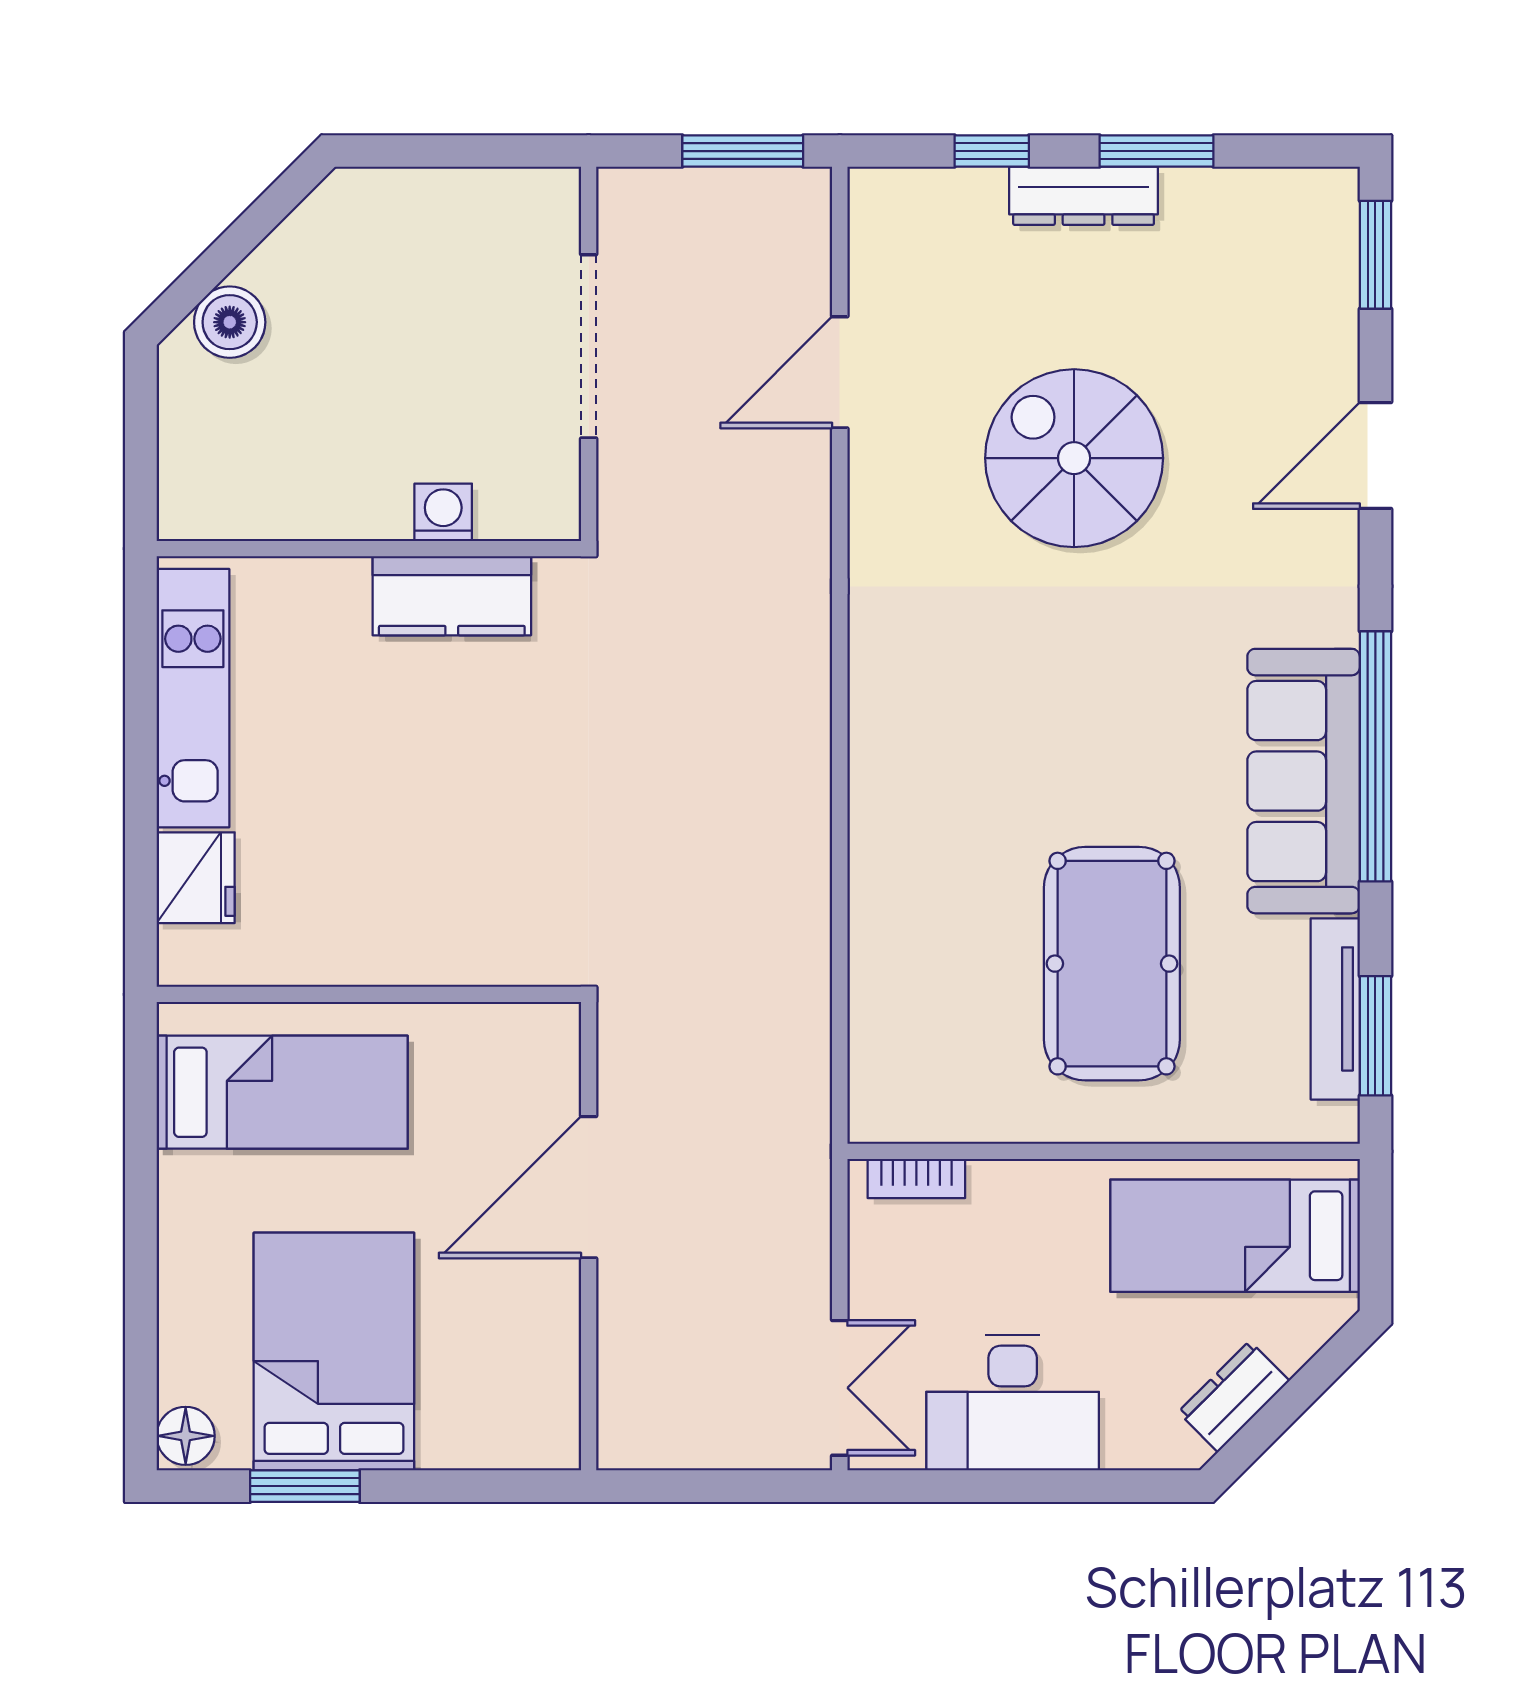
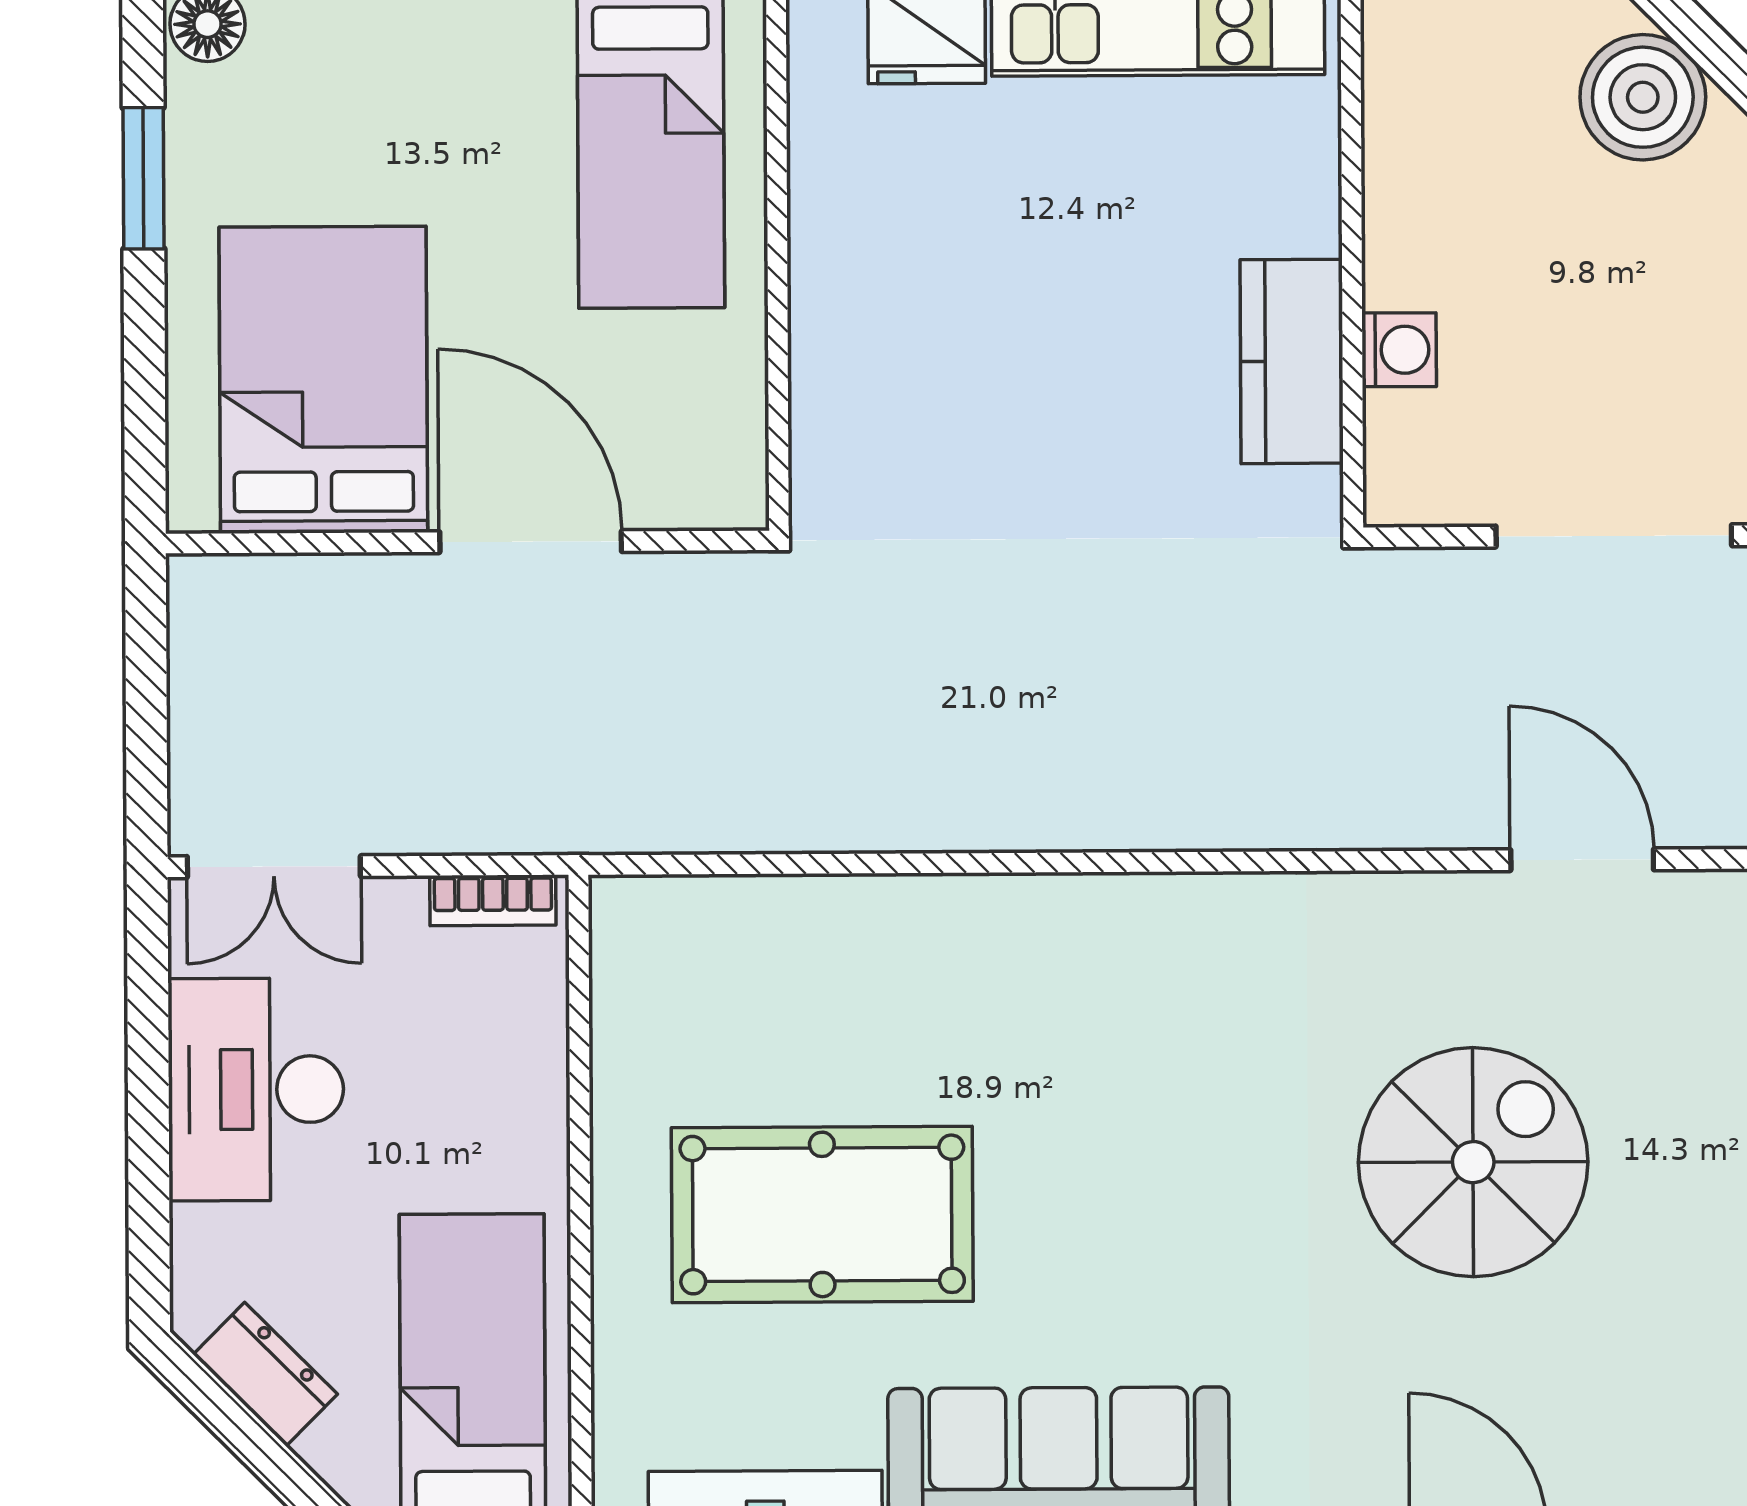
boiler: (230, 322) -> (1643, 97), width x1.37, depth x1.37
bookcase: (916, 1178) -> (493, 900), moved, turned -90
bed: (334, 1352) -> (323, 380), moved, turned -90

